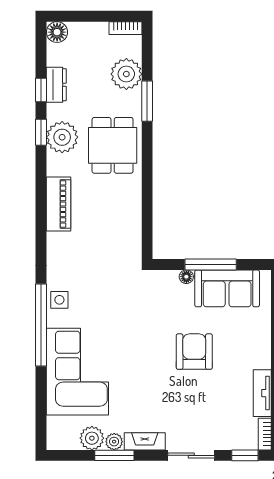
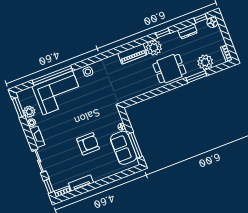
window: (41, 90) -> (200, 18), moved
plant: (62, 137) -> (154, 48), moved
window: (211, 264) -> (135, 145), moved
window: (41, 325) -> (52, 76), moved
window: (114, 455) -> (18, 107), moved

